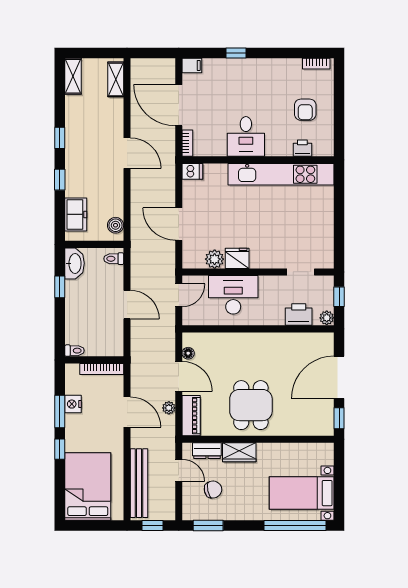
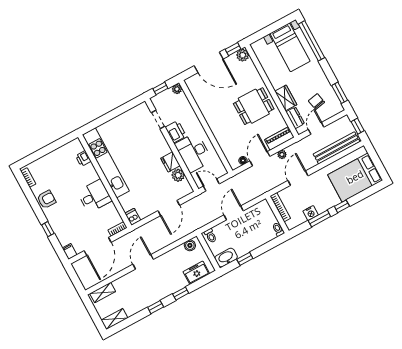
armchair: (305, 110) -> (46, 199), moved
printer: (299, 314) -> (176, 132), moved, turned 180
plant: (325, 426) -> (243, 55), added

